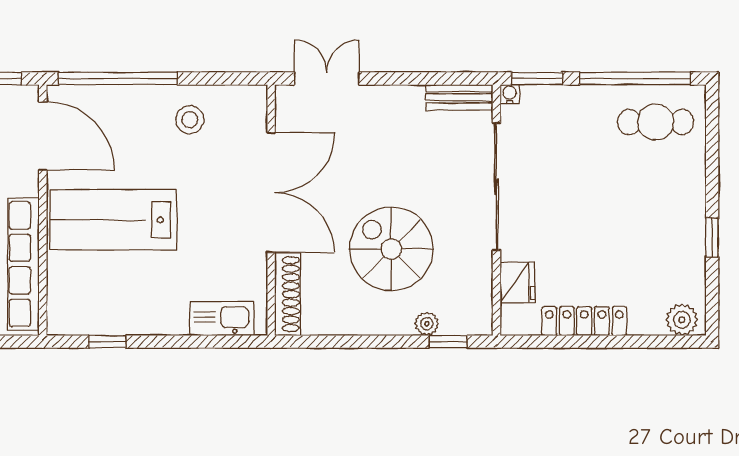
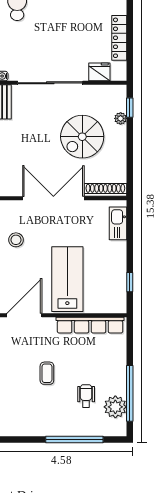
lab bench: (113, 220) -> (67, 279), turned 180

